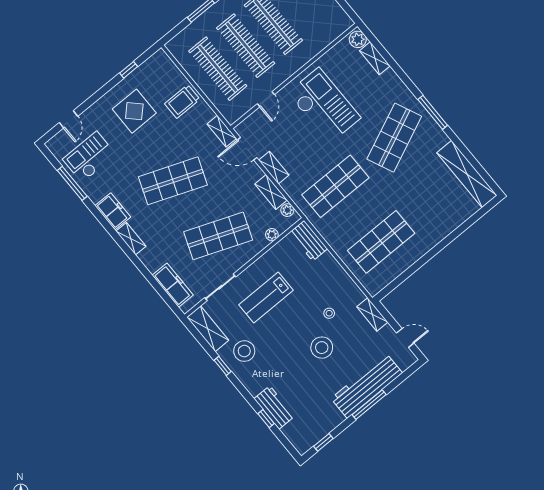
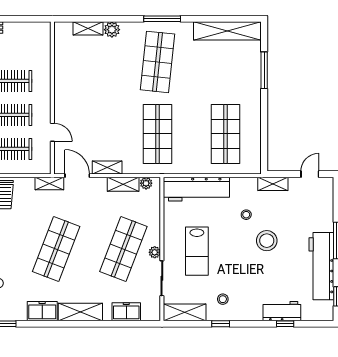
plant: (358, 39) -> (112, 30), moved
checkout: (324, 105) -> (92, 94), removed
shop shelf: (394, 138) -> (158, 62), turned 30
door: (247, 149) -> (77, 176), swing flipped
window: (459, 231) -> (264, 70), added
plant: (272, 235) -> (155, 252), moved
shelving: (131, 239) -> (80, 312), width x1.50, depth x1.33
workbench: (308, 241) -> (196, 189), width x1.88, depth x1.32
freezer: (173, 285) -> (126, 312), width x0.71
stool: (244, 351) -> (223, 299), width x0.53, depth x0.53
workbench: (367, 386) -> (321, 266), moved

